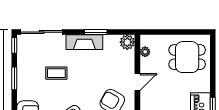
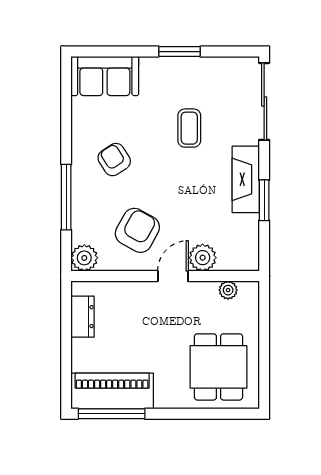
plant: (127, 42) -> (203, 258), moved
window: (14, 45) -> (240, 52), removed
door: (137, 82) -> (173, 276), swing flipped

